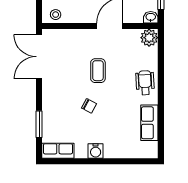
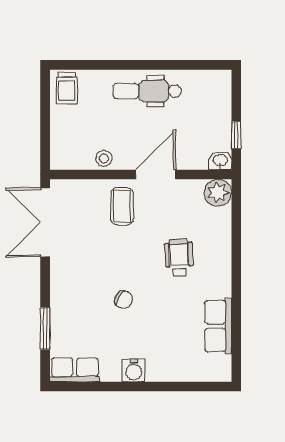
stool: (56, 15) -> (104, 158), moved
coffee table: (98, 71) -> (122, 206), moved
wheelchair: (145, 83) -> (179, 258), moved

